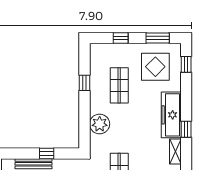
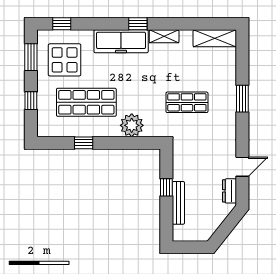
shop shelf: (119, 85) -> (86, 102), width x1.43, depth x1.36

